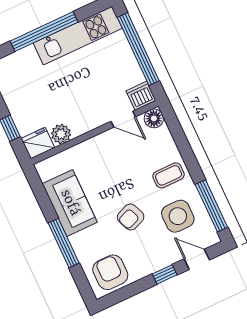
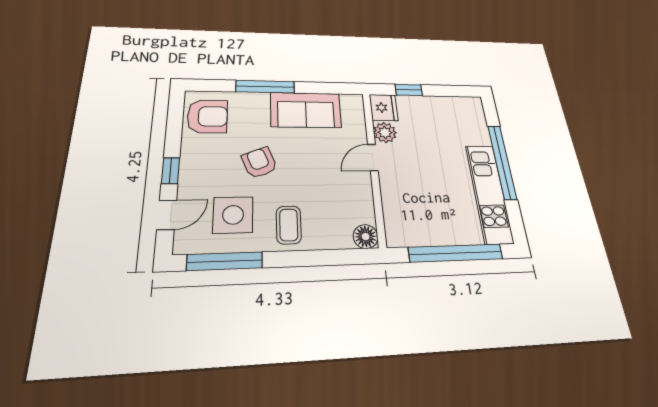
dishwasher: (141, 96) -> (398, 233), removed
door: (123, 119) -> (373, 157), moved

